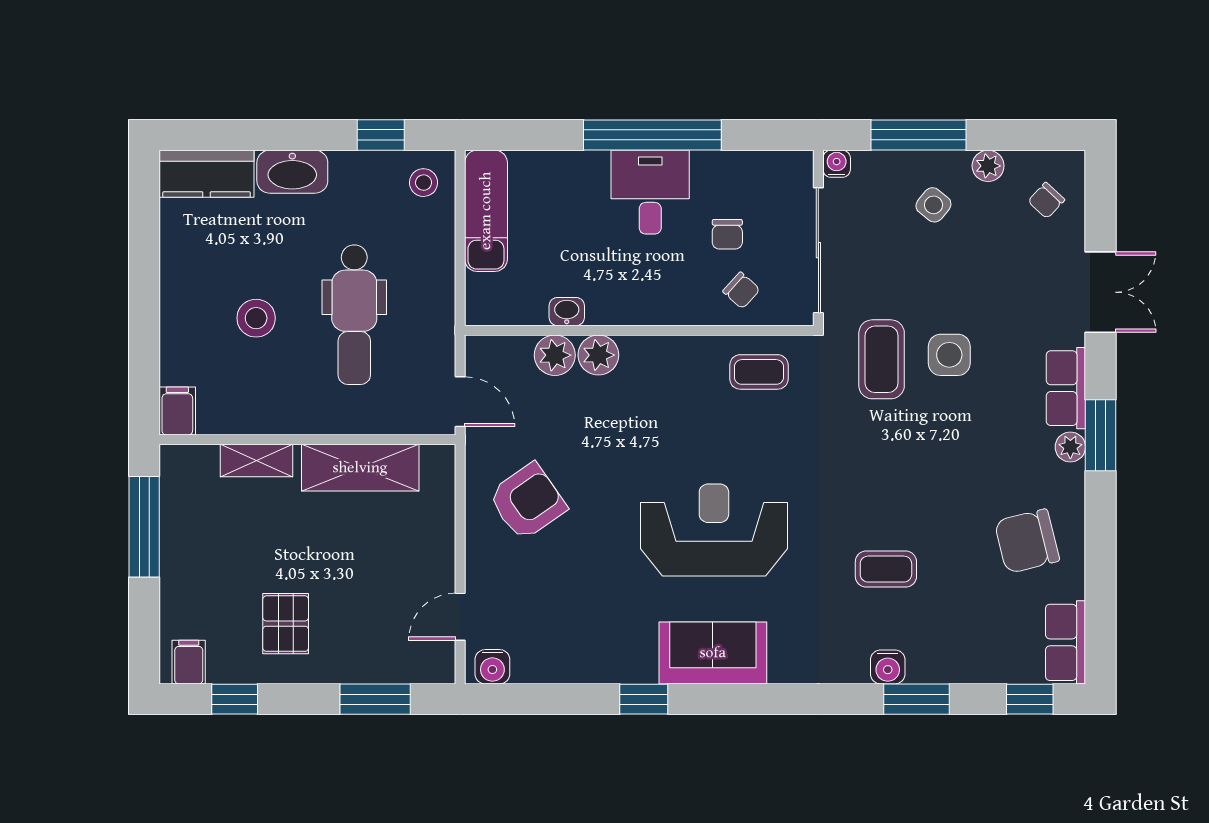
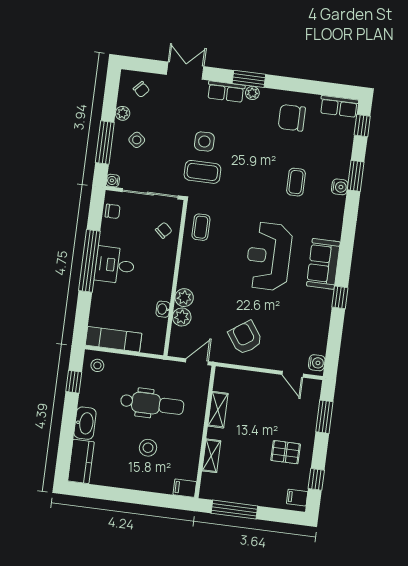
chair: (727, 234) -> (113, 211), moved
shelving: (360, 468) -> (218, 410), width x0.67, depth x0.75
chair: (1027, 541) -> (292, 118), turned 104

